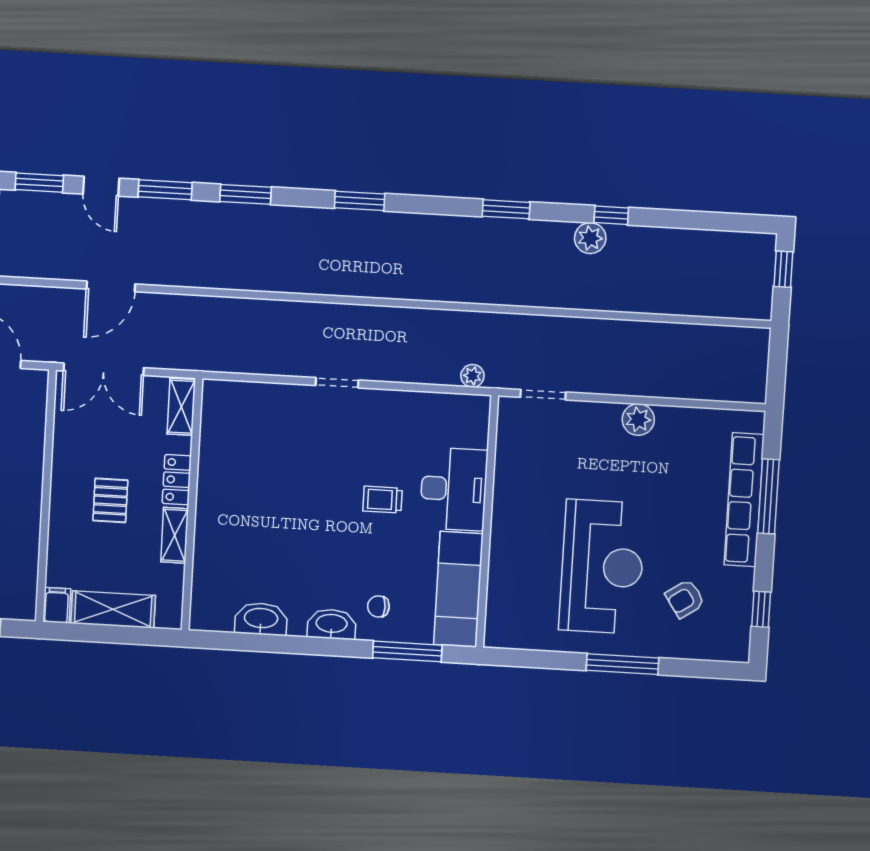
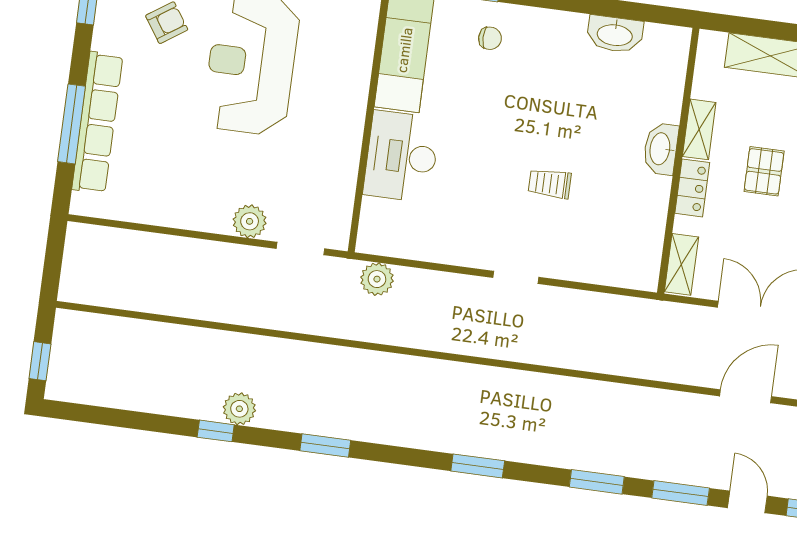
plant: (472, 376) -> (377, 279), width x1.38, depth x1.38
plant: (638, 420) -> (250, 221), moved
trolley: (383, 500) -> (550, 184), moved, turned 180
washbasin: (332, 624) -> (661, 149), moved, turned 90

